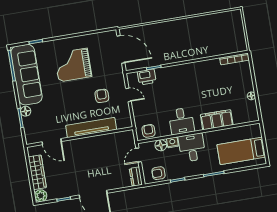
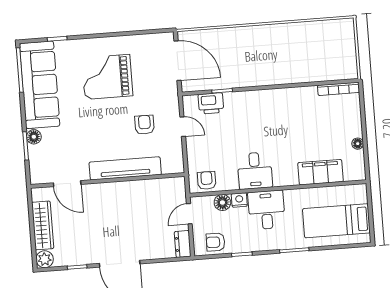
filing cabinet: (217, 120) -> (320, 172), moved

